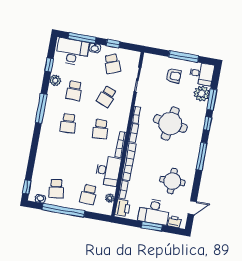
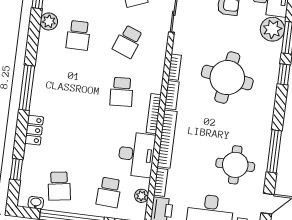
window: (41, 108) -> (27, 88), moved
school desk: (68, 123) -> (72, 86), removed
locker: (42, 151) -> (34, 130), added
window: (202, 156) -> (274, 151), moved
window: (27, 187) -> (16, 169), moved

